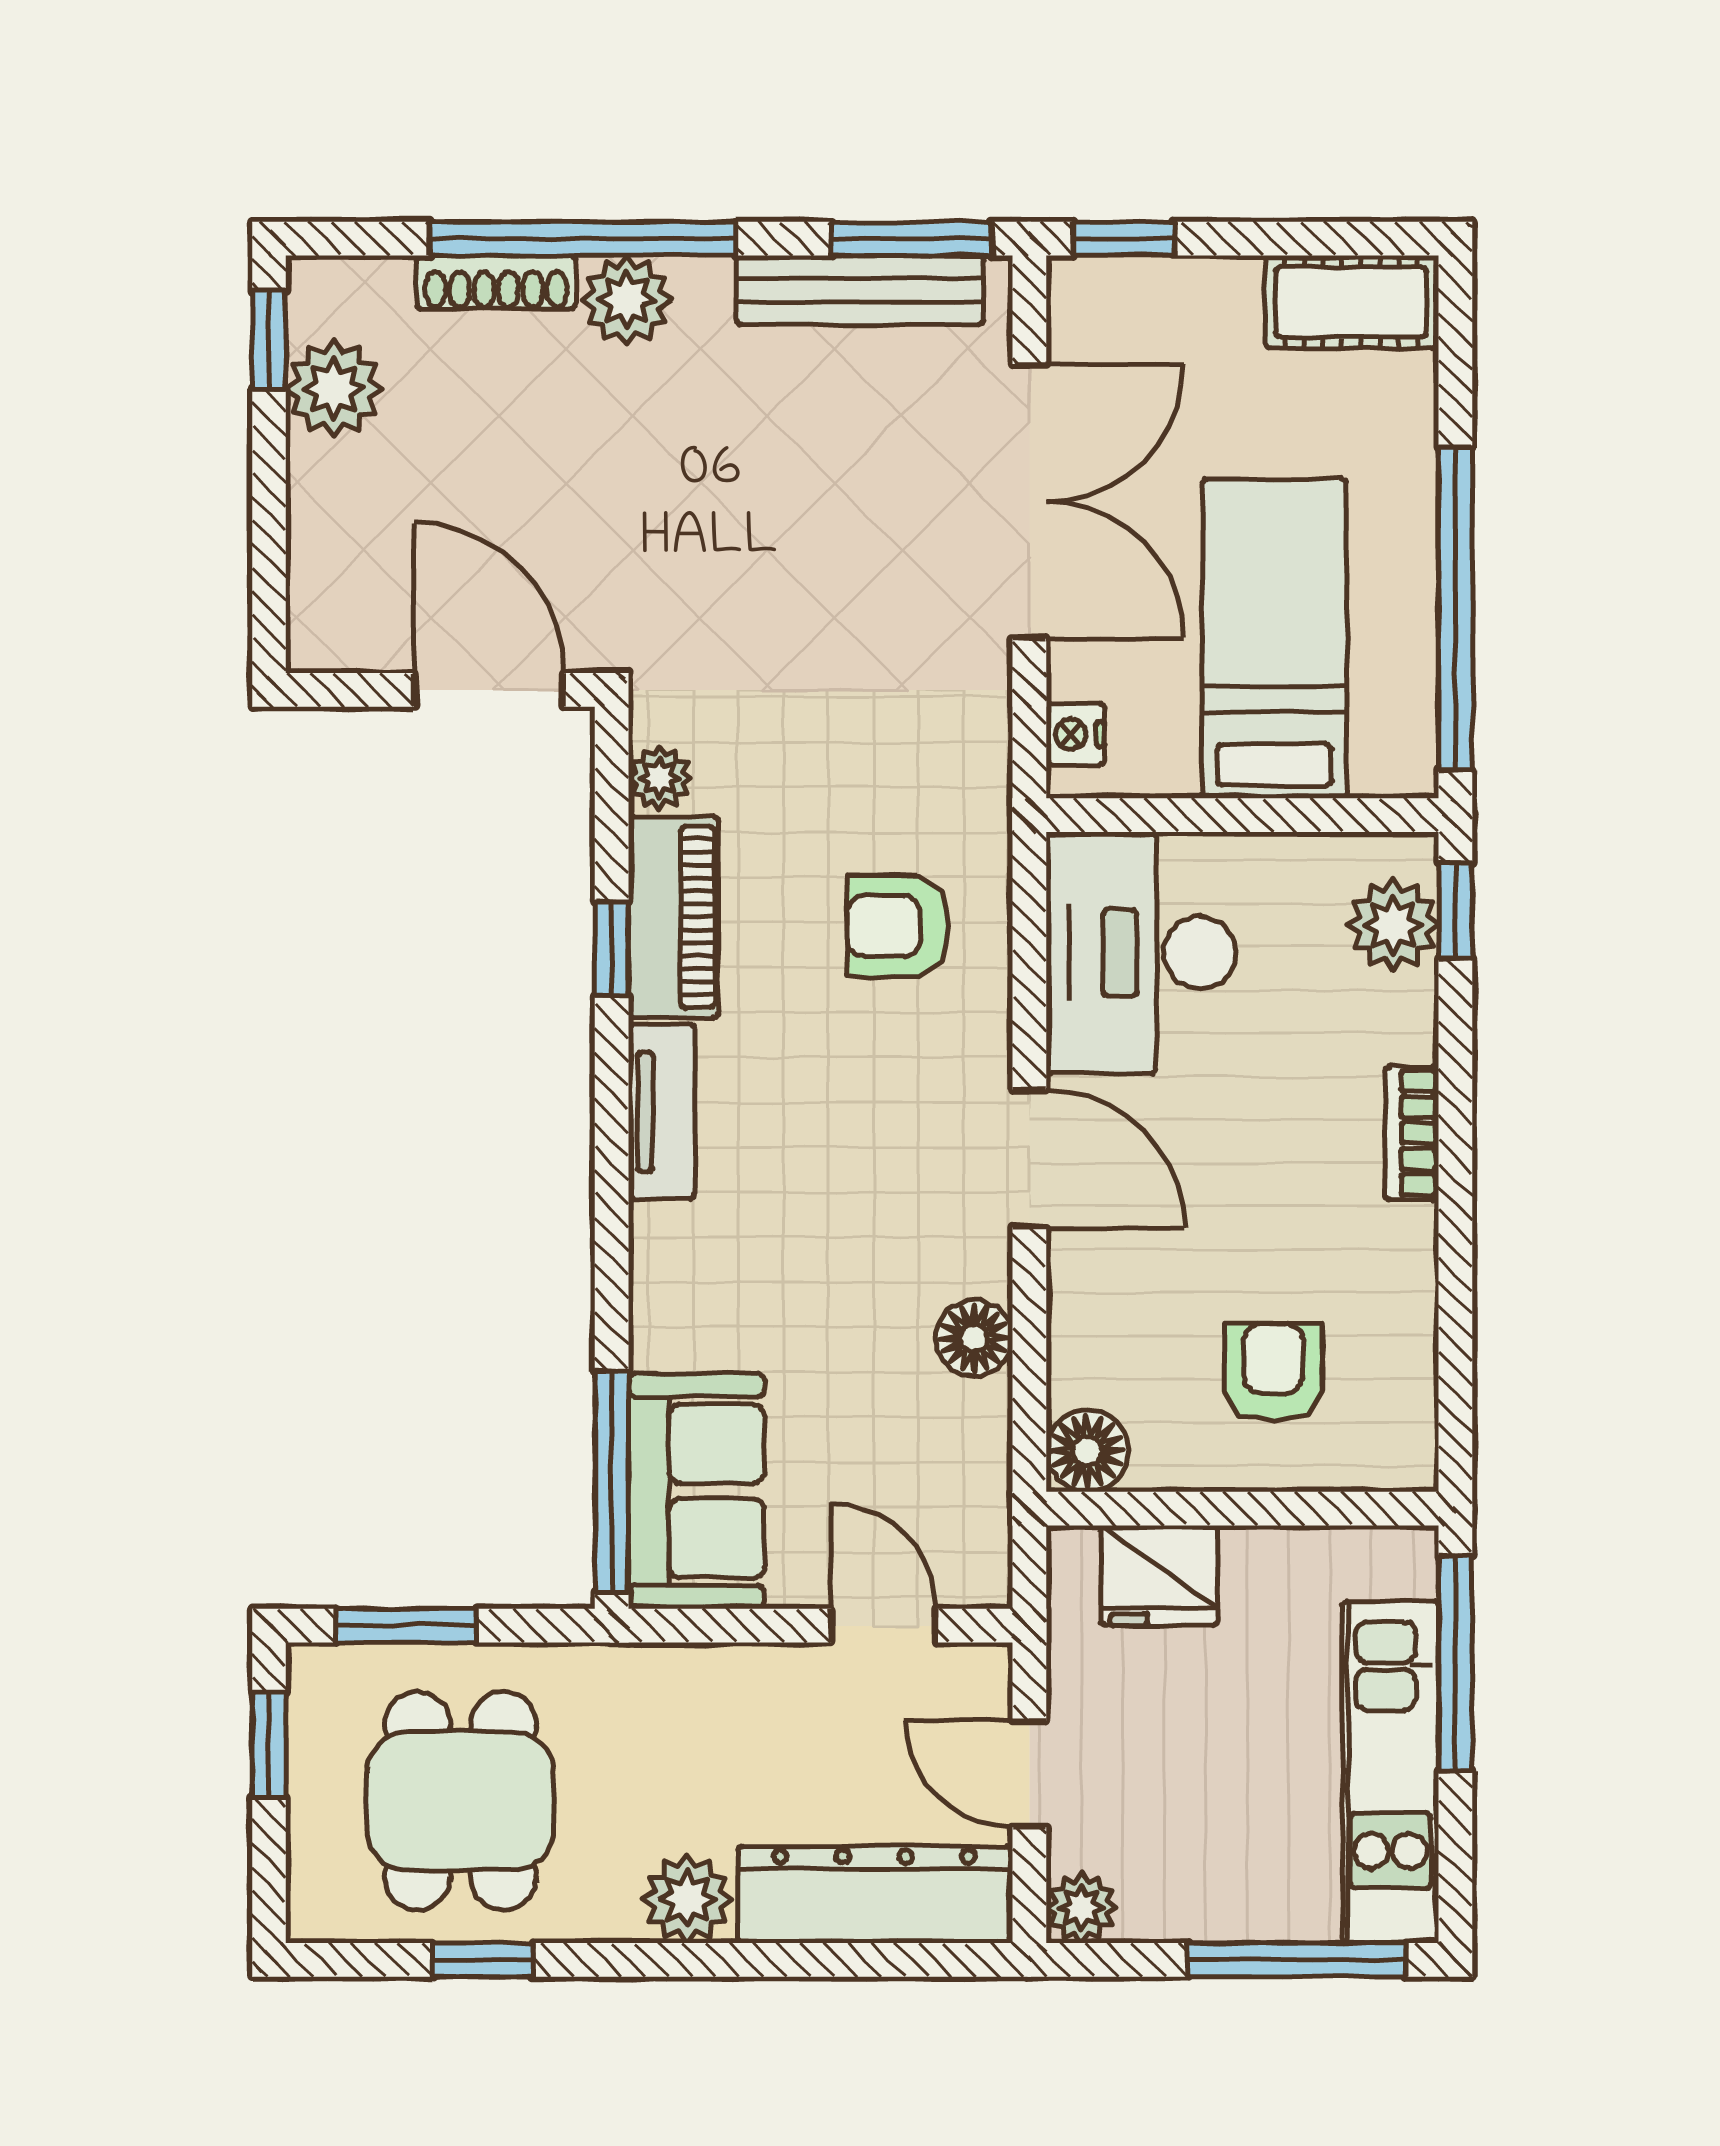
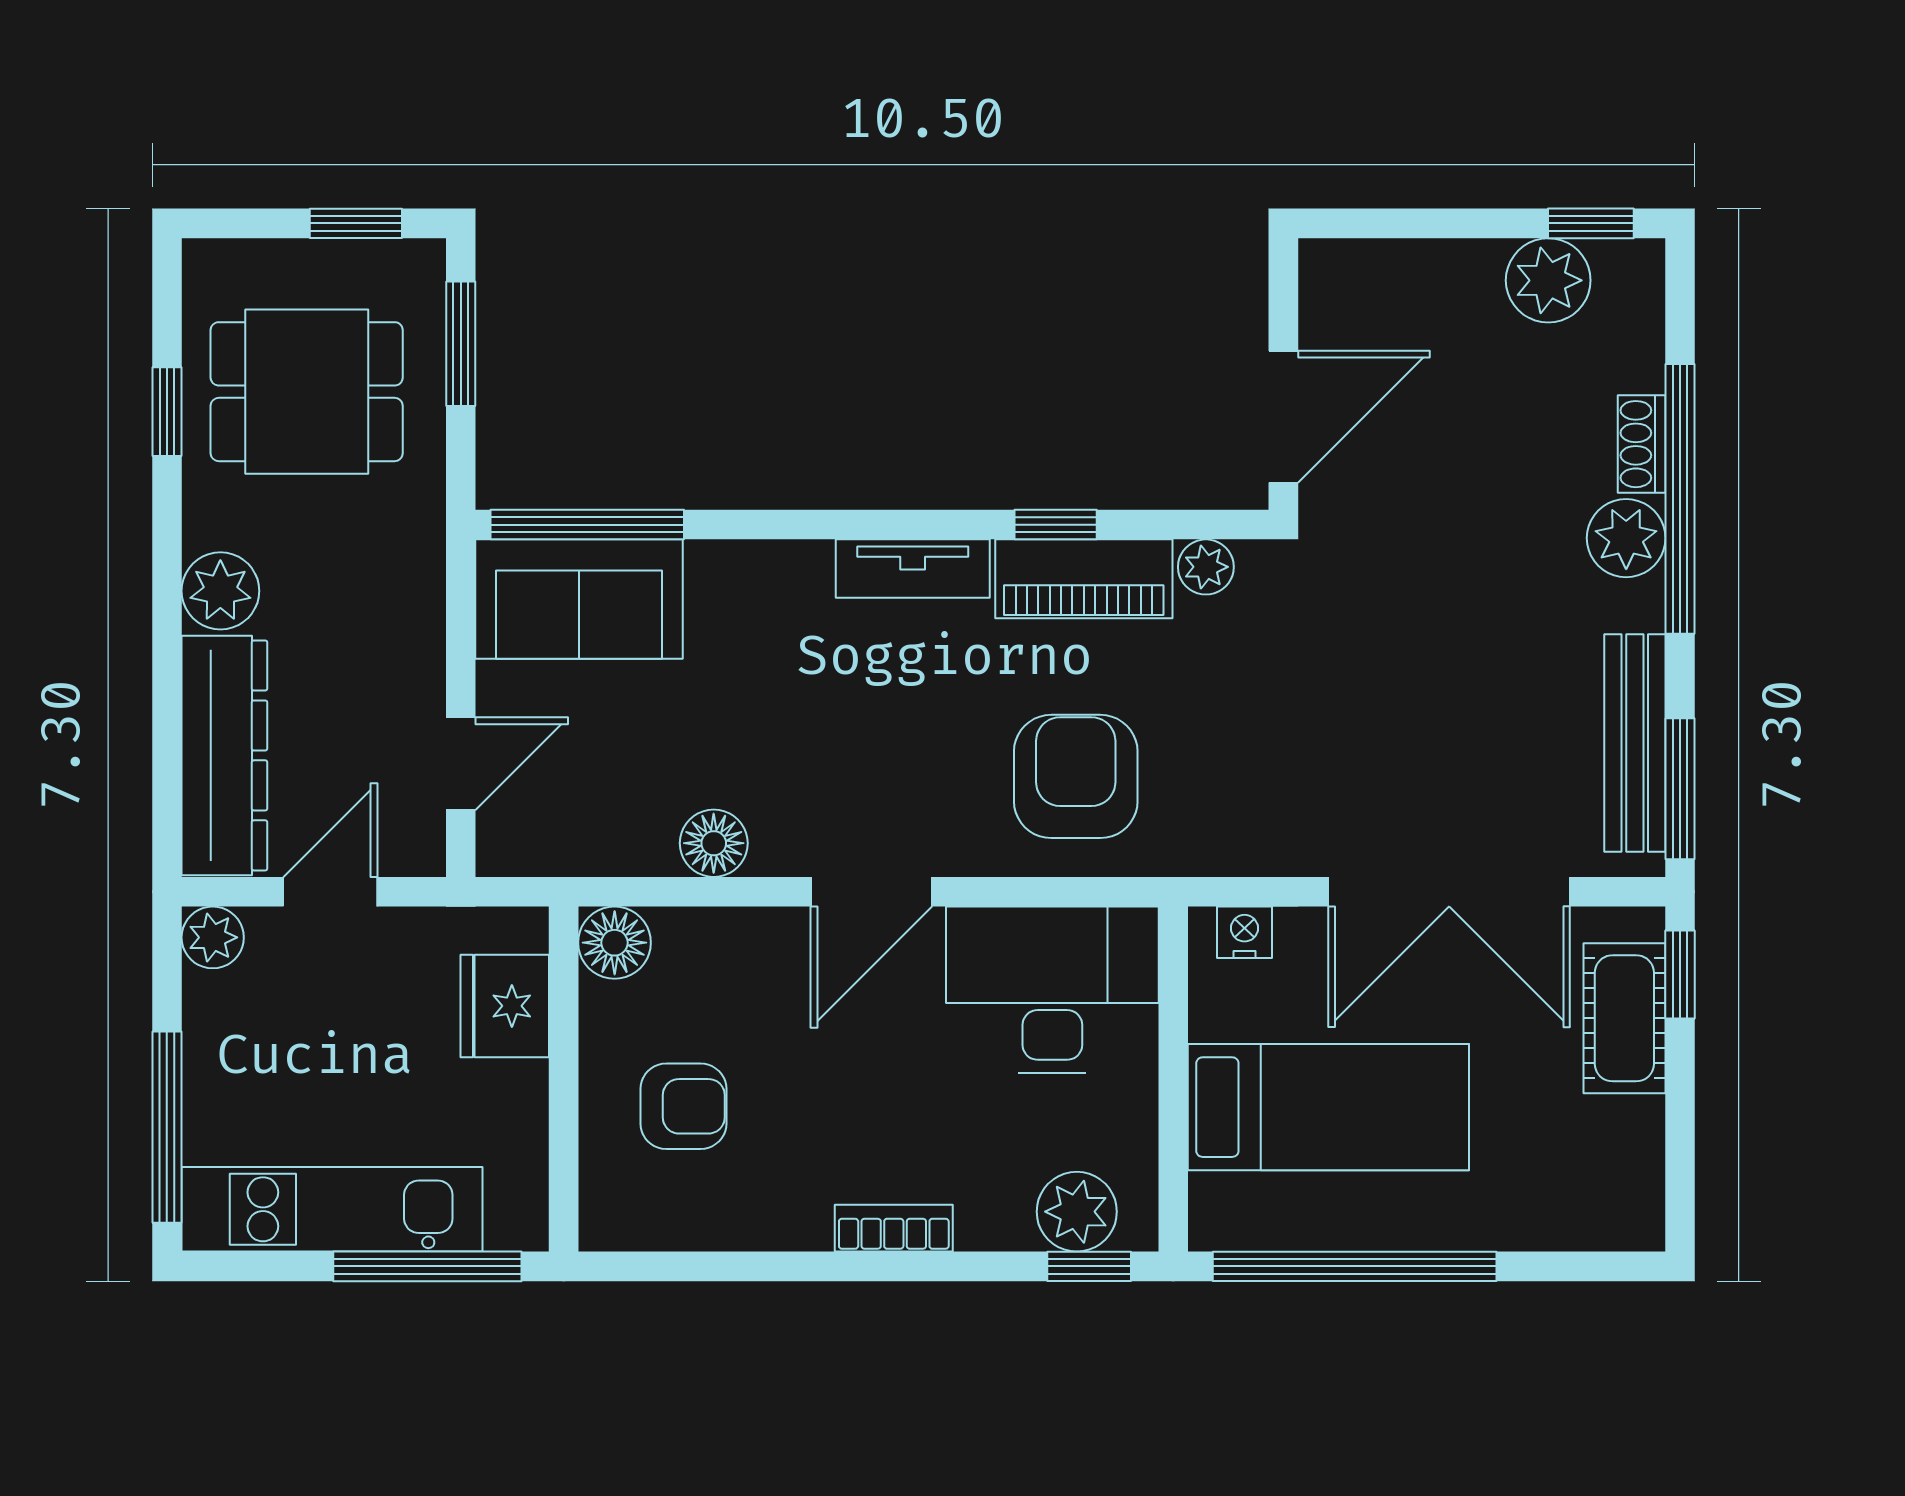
shoe rack: (496, 282) -> (1642, 444), width x0.70
cot: (1351, 302) -> (1624, 1018), moved
armchair: (898, 926) -> (1076, 776), width x1.38, depth x1.38

